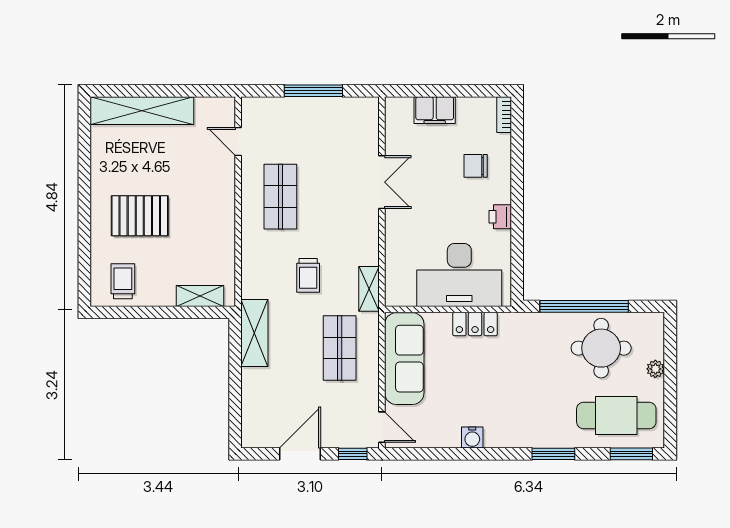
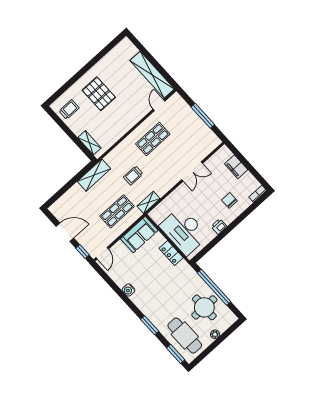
shelving: (142, 111) -> (152, 75), moved
sofa: (404, 359) -> (139, 235), width x0.73

